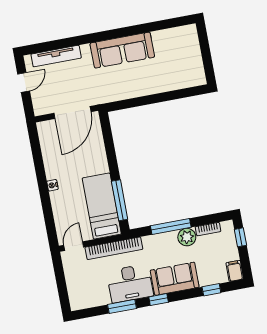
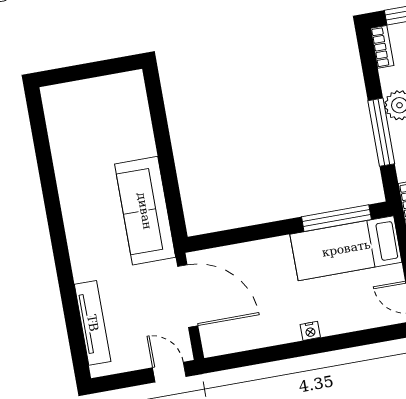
sofa: (122, 50) -> (145, 211), moved, turned 180
door: (24, 82) -> (169, 372), moved
bookcase: (208, 229) -> (382, 47), moved

